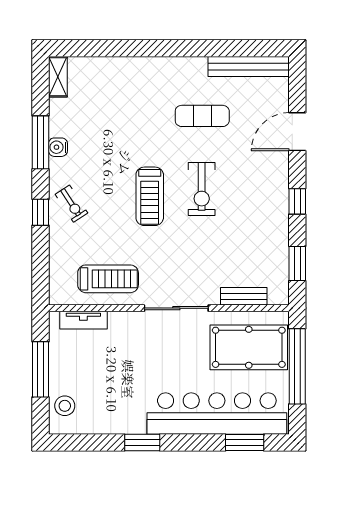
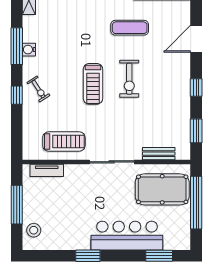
bar counter: (217, 414) -> (127, 236), width x0.73

